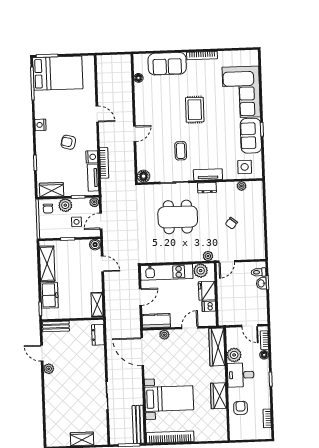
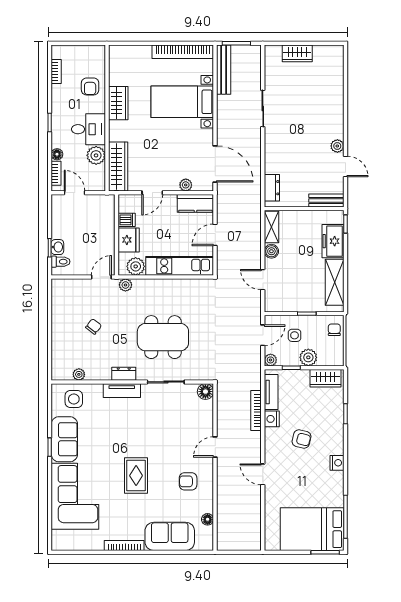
armchair: (154, 107) -> (188, 481), added
coffee table: (181, 151) -> (156, 423), removed
chair: (48, 209) -> (334, 330), moved
boiler: (95, 245) -> (271, 251), moved

